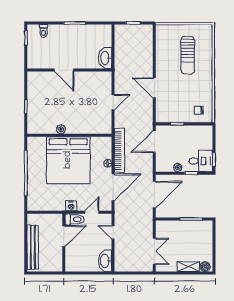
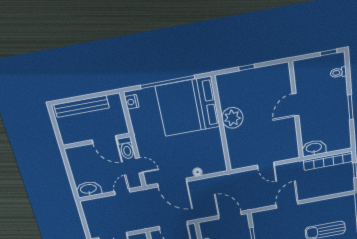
plant: (61, 129) -> (232, 118), width x1.87, depth x1.87
bookcase: (119, 150) -> (328, 161), moved
bed: (68, 160) -> (188, 107), moved
nightstand: (71, 206) -> (132, 102), moved

